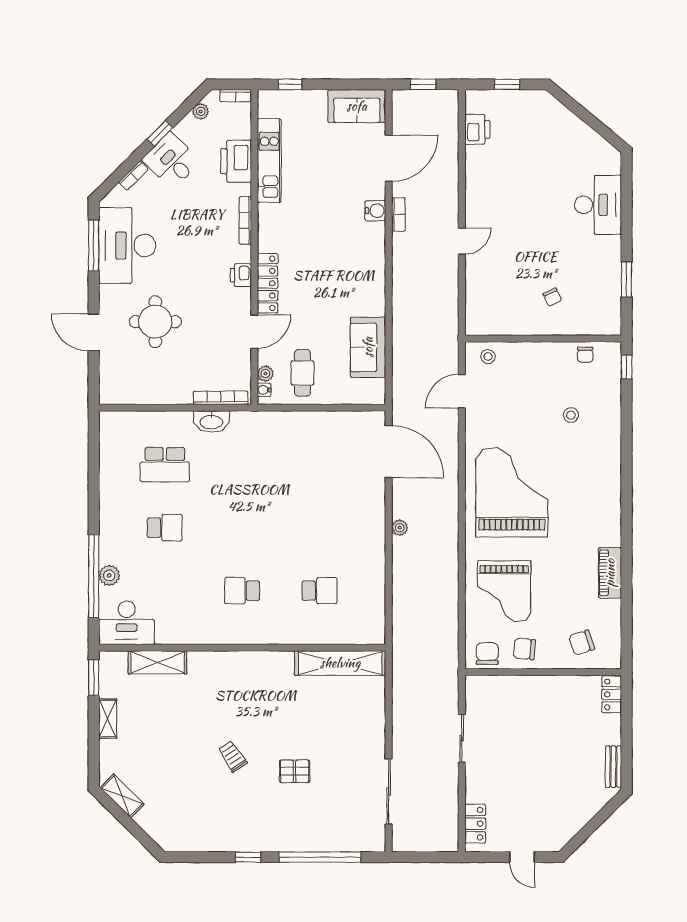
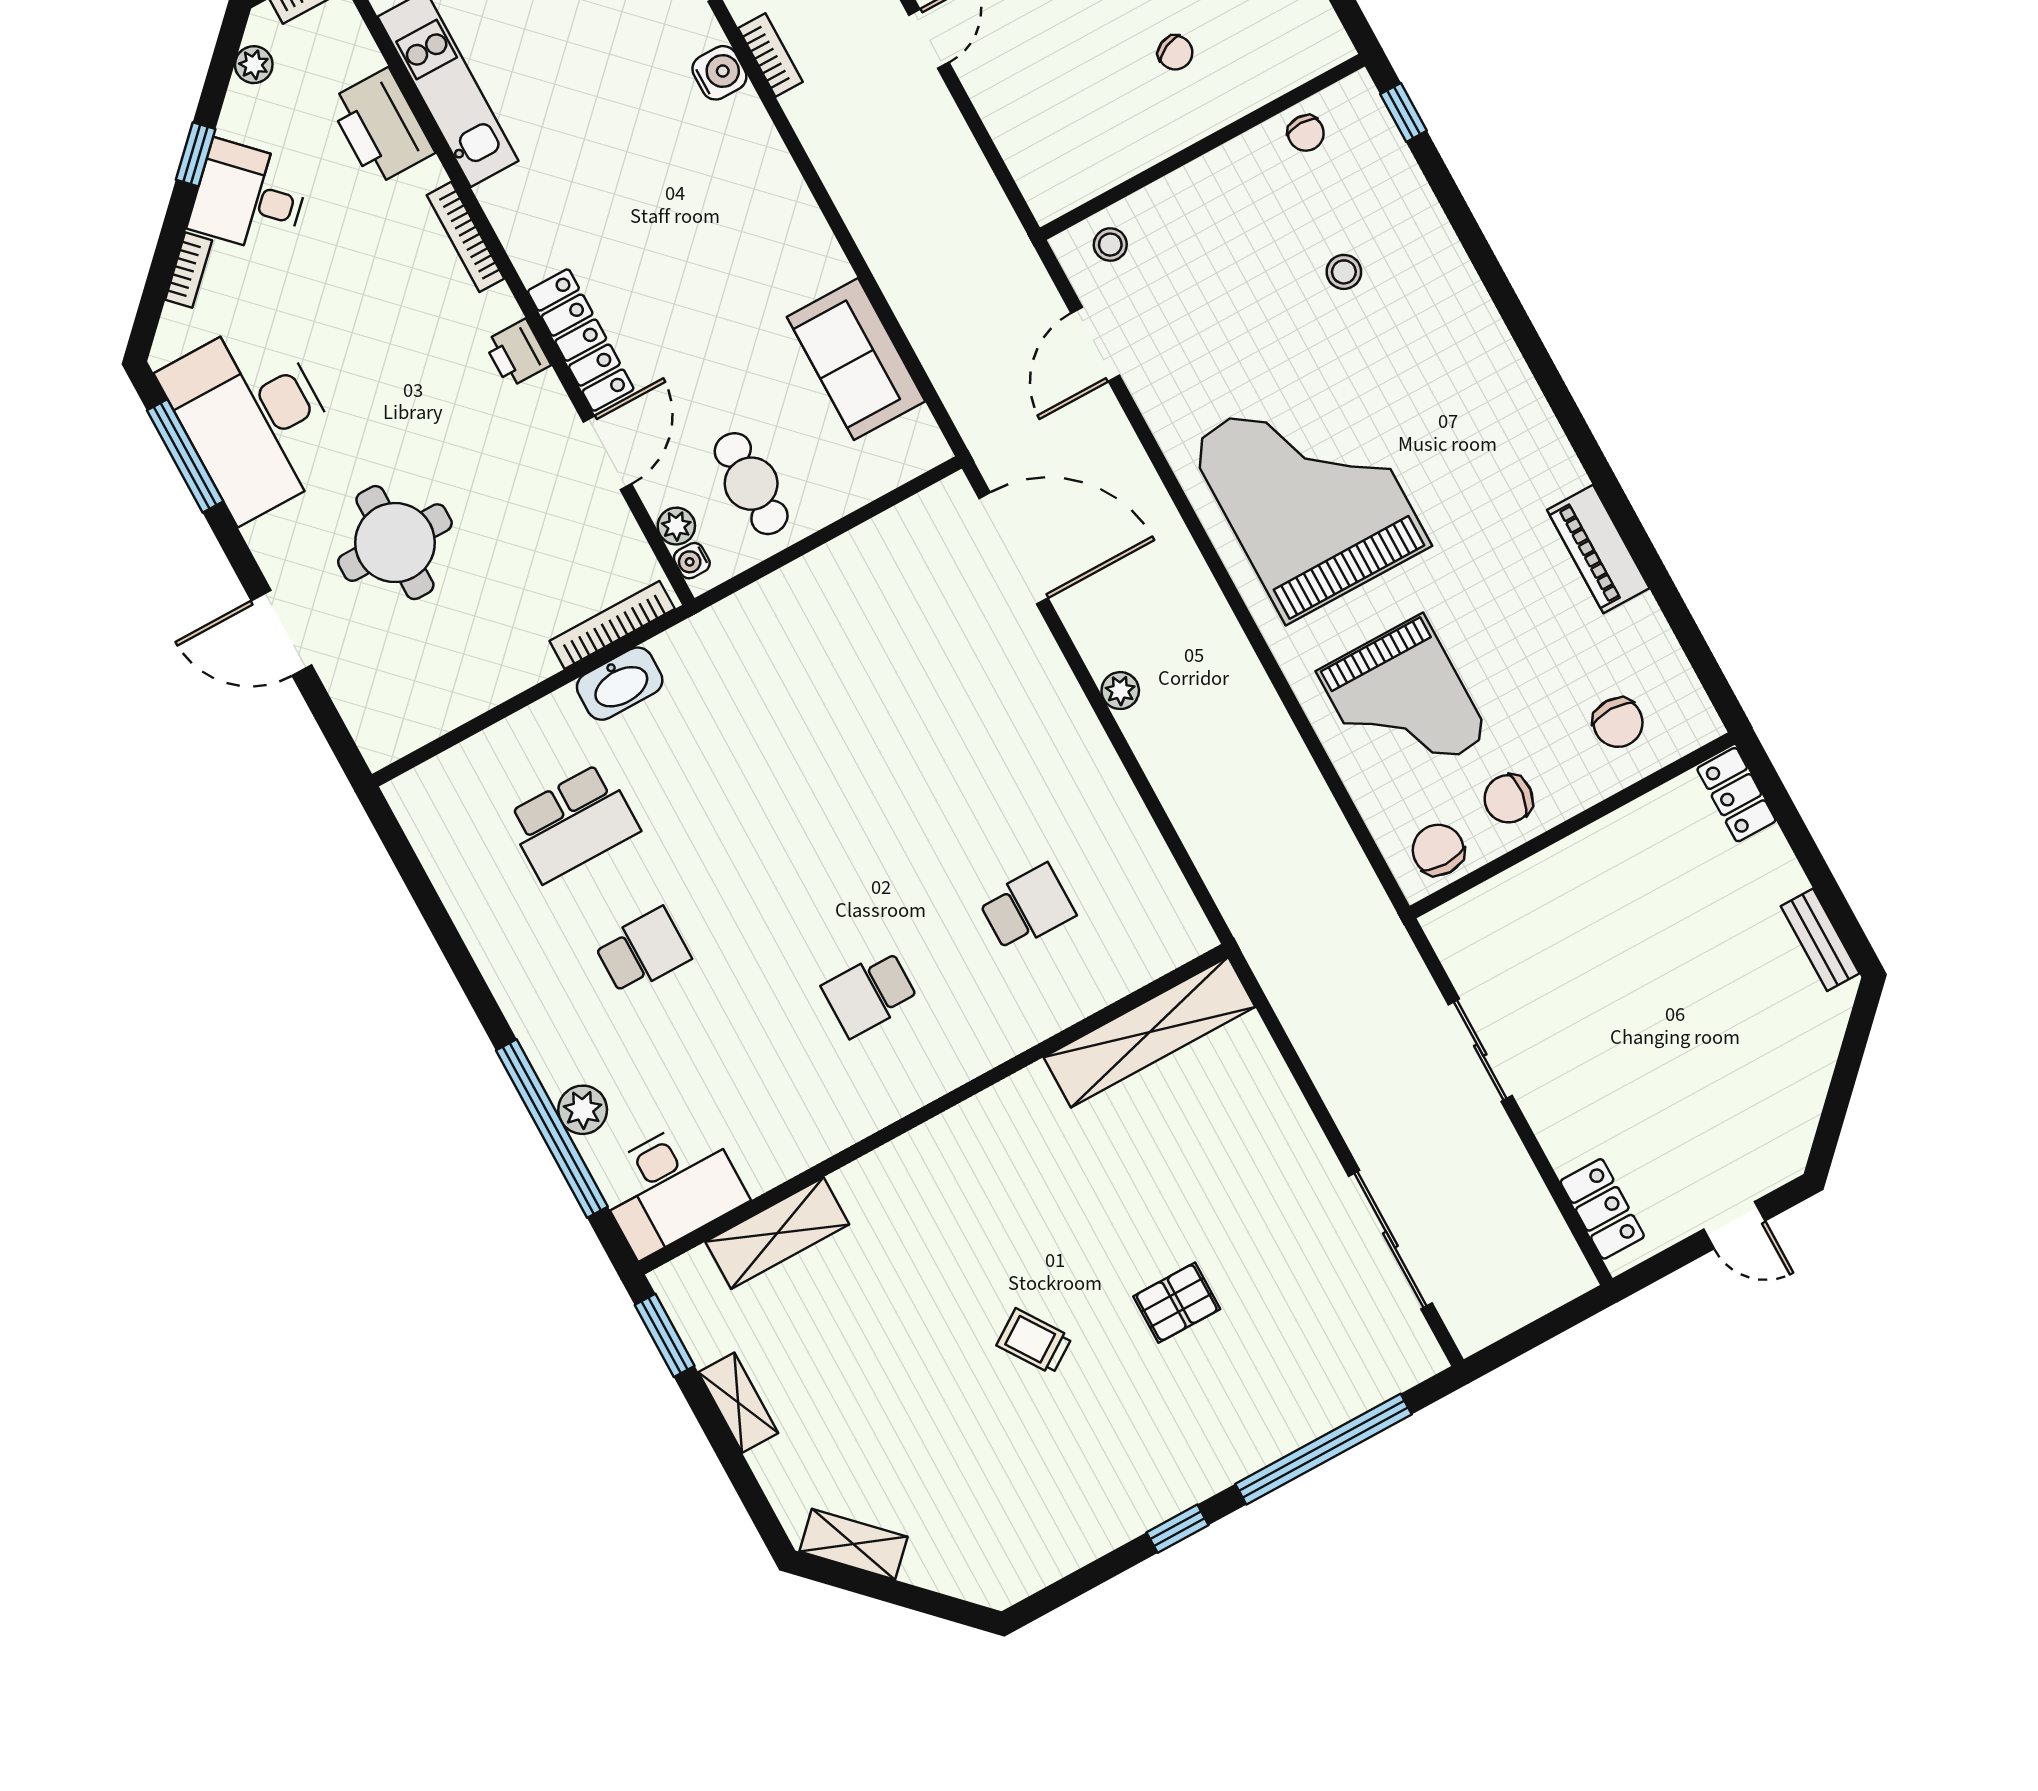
chair: (582, 643) -> (1618, 723), turned -72

